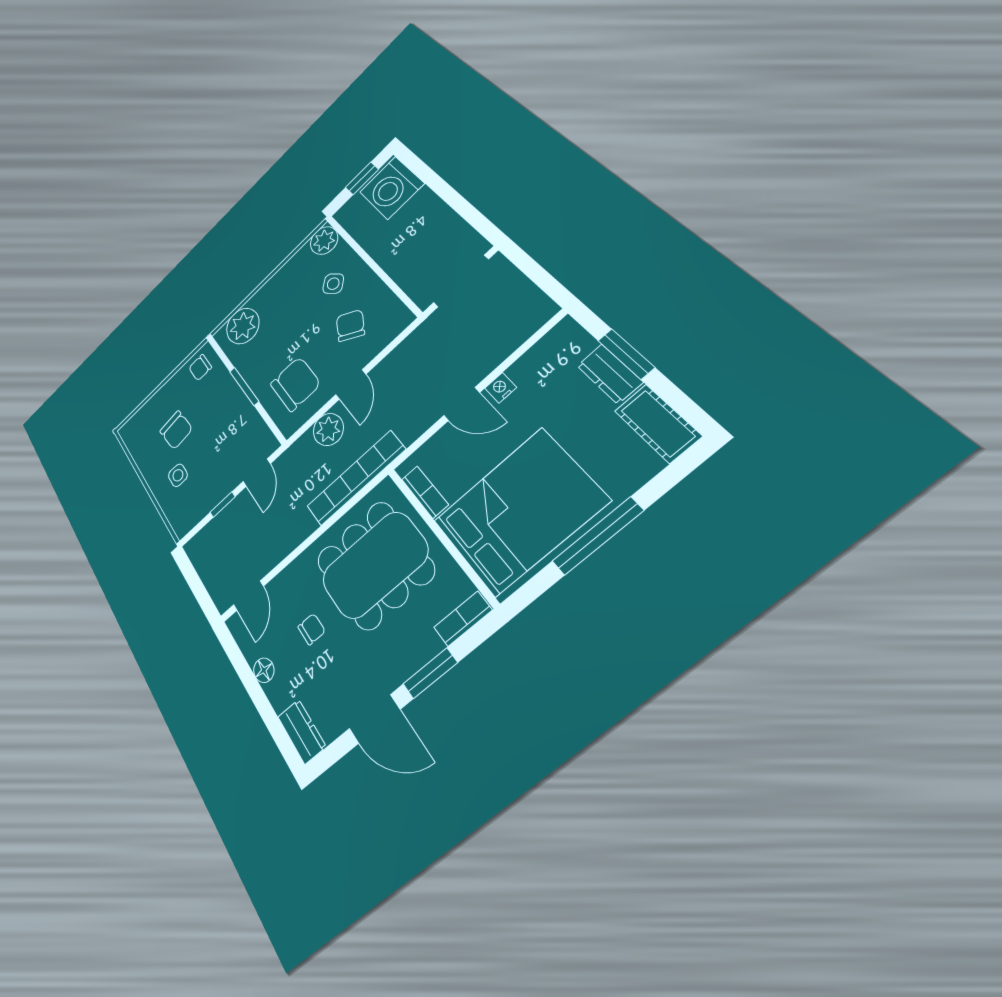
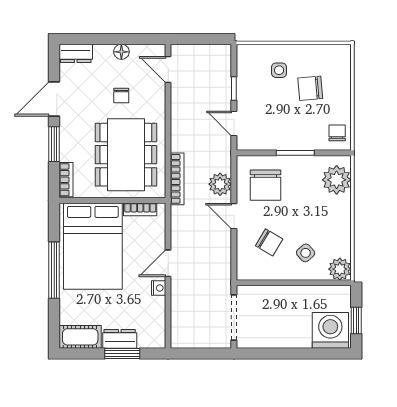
bookcase: (356, 478) -> (177, 179), width x0.68, depth x0.76

